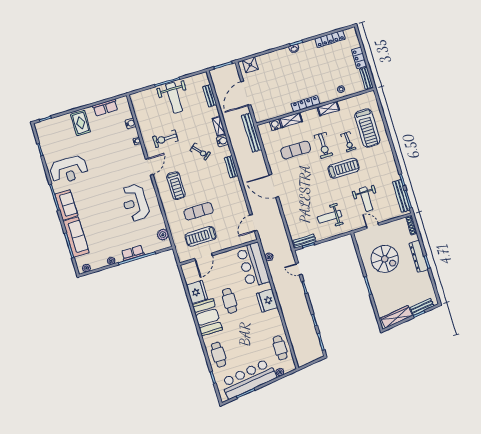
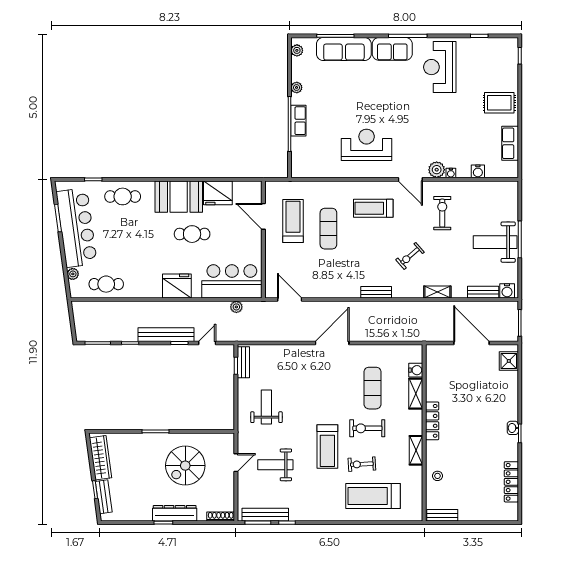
locker: (359, 58) -> (473, 514), removed
bench: (252, 133) -> (166, 335), moved
water cooler: (222, 141) -> (507, 291), moved
plant: (163, 235) -> (437, 170), moved

